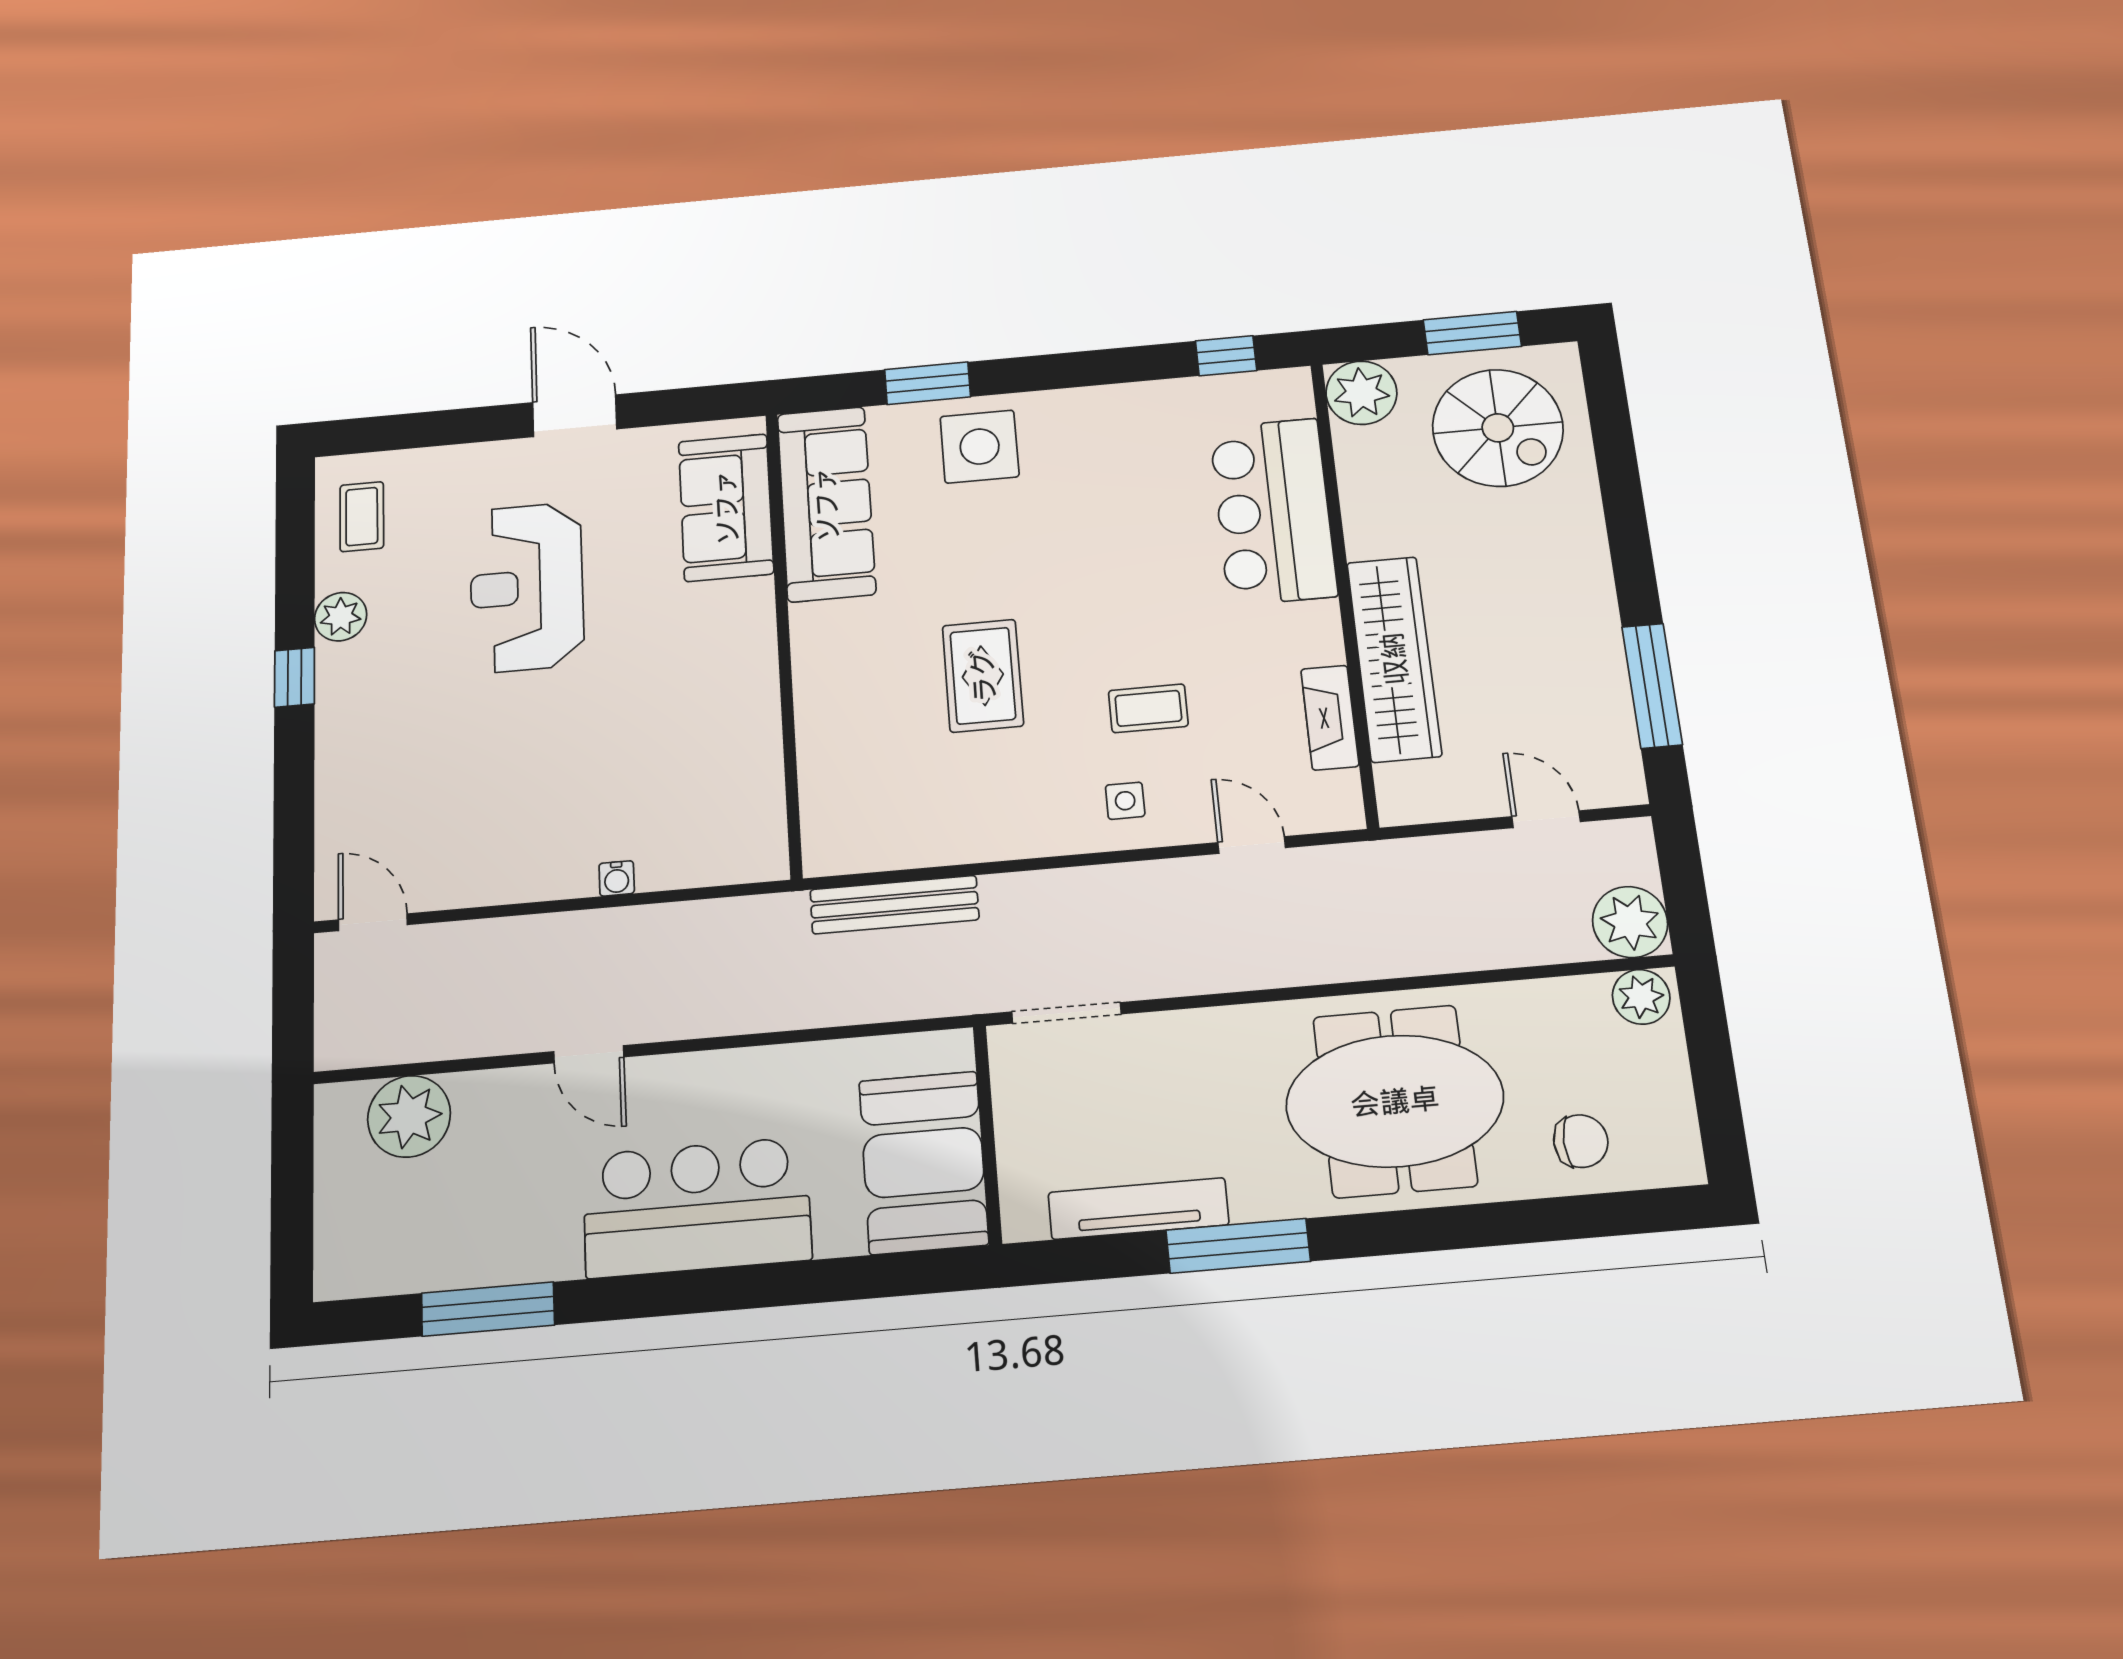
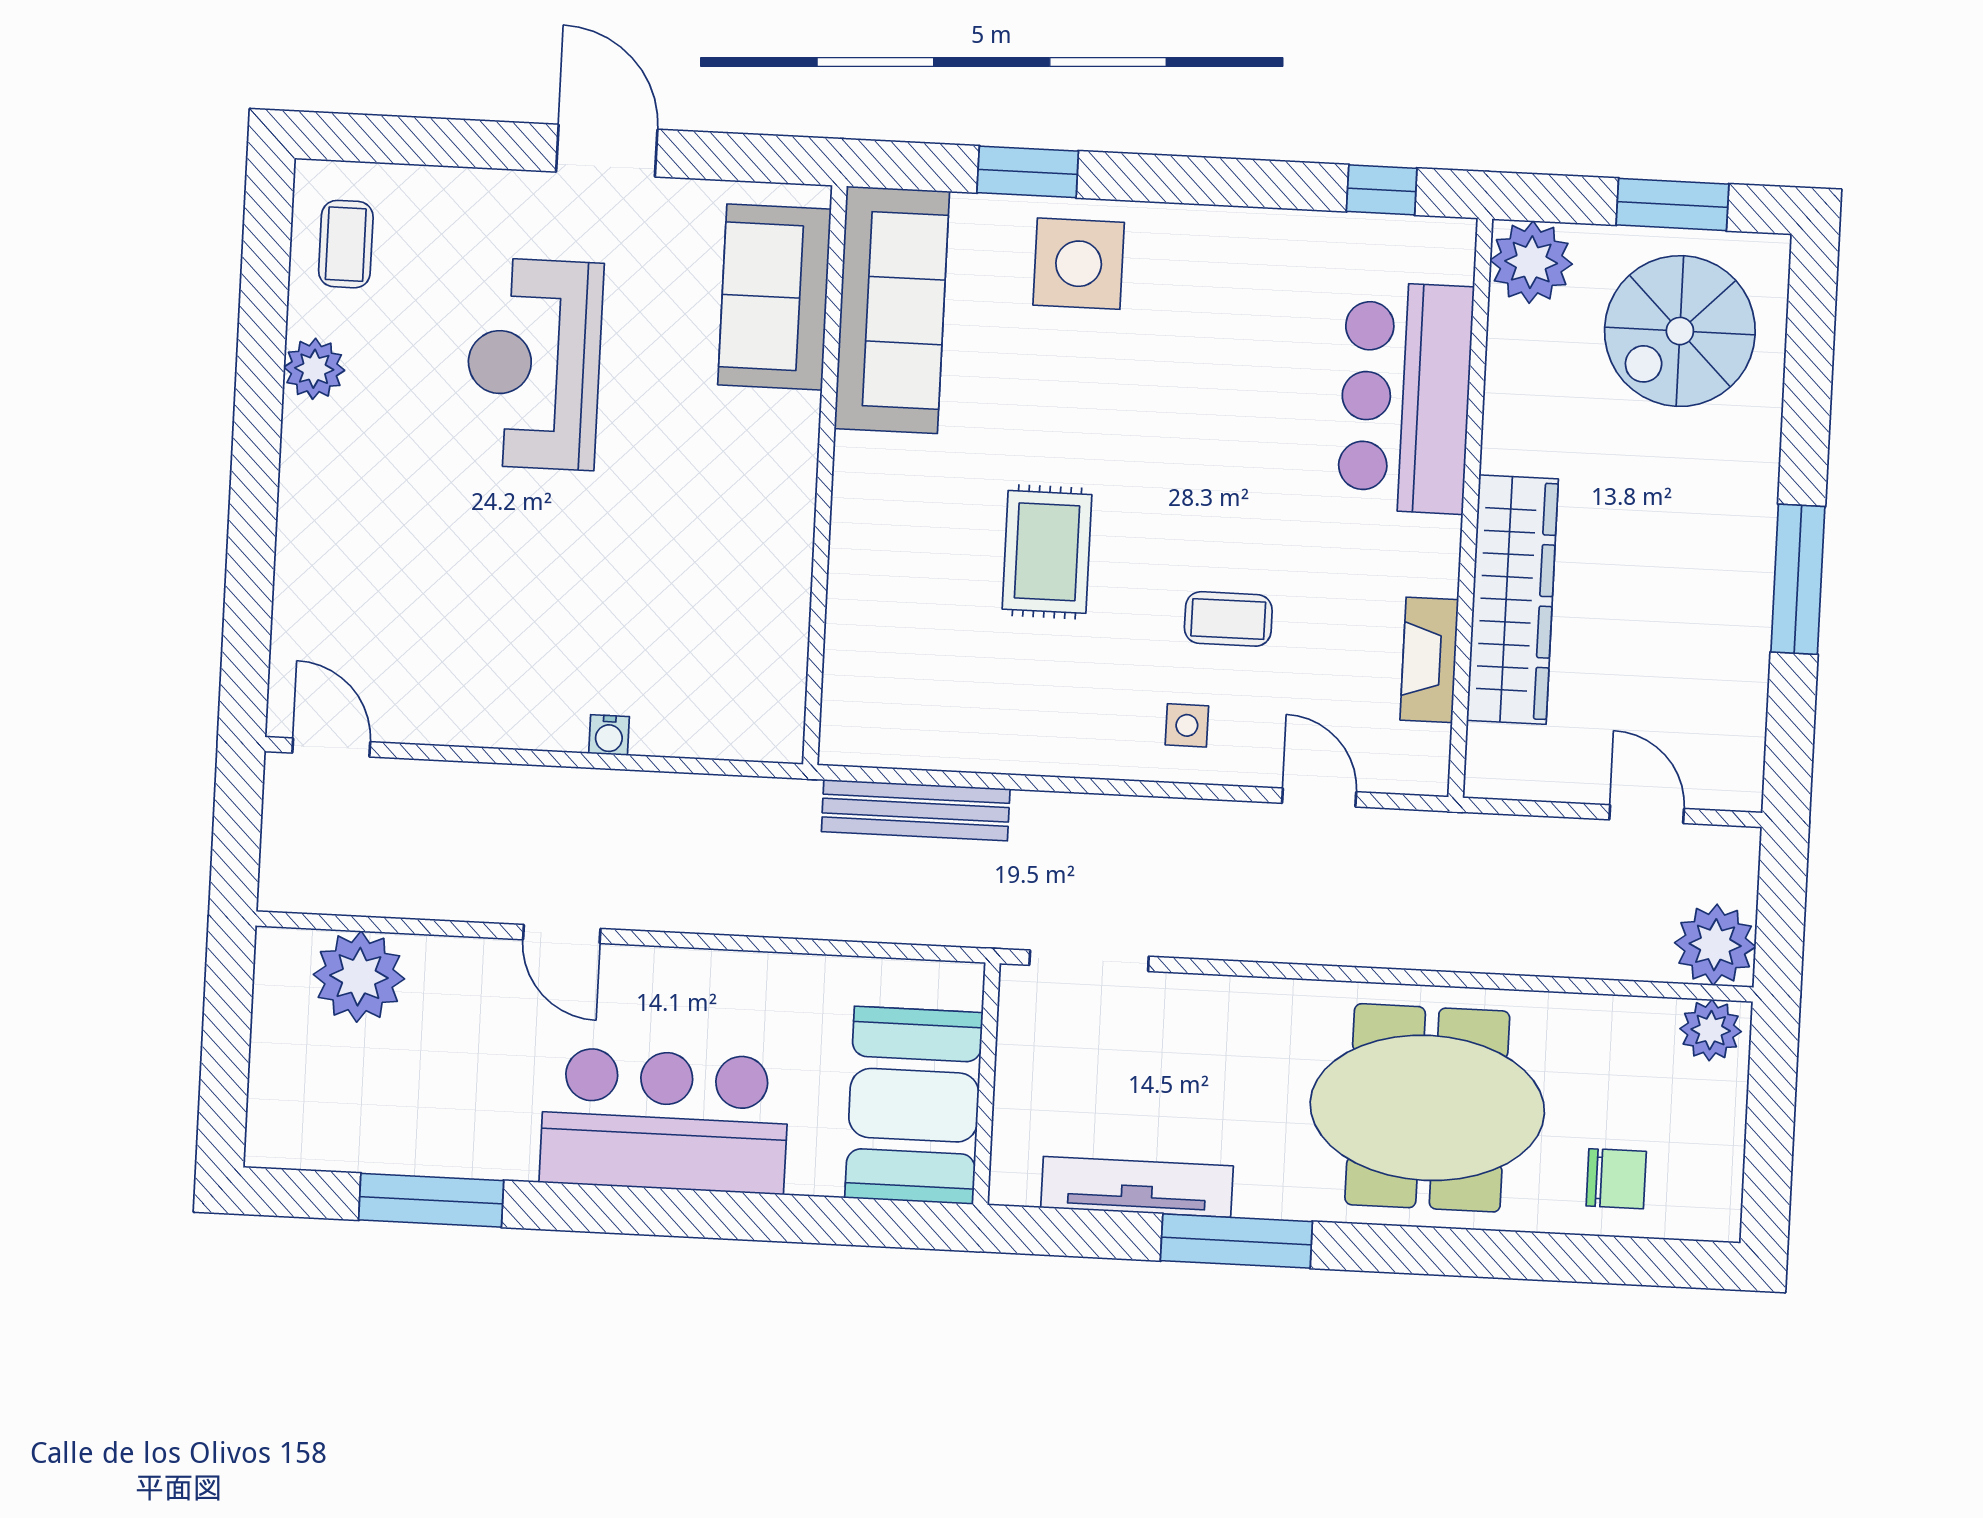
spiral stairs: (1498, 428) -> (1680, 331), turned 90
window: (295, 677) -> (257, 437), removed
window: (1652, 686) -> (1798, 579), moved

